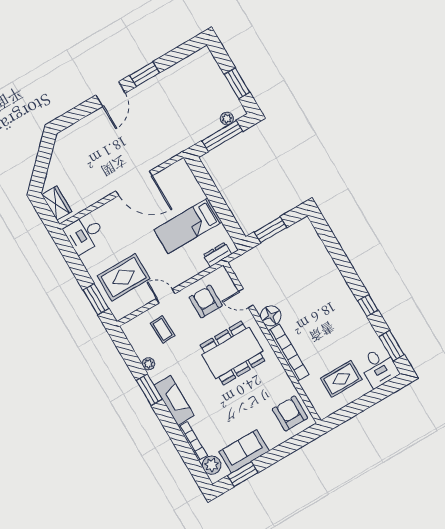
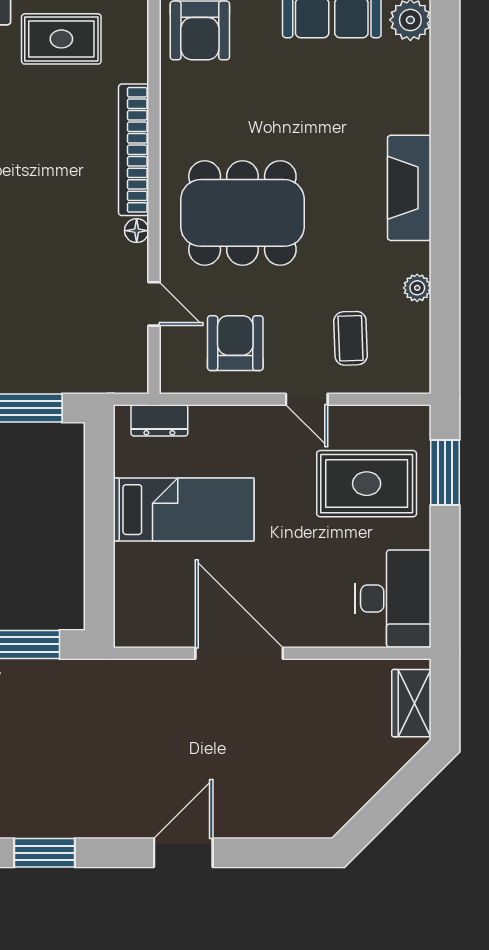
window: (145, 74) -> (45, 853), moved
desk: (85, 234) -> (393, 598), width x1.37
armchair: (206, 301) -> (235, 343), turned 180
floor lamp: (271, 316) -> (137, 231), width x0.53, depth x0.53
window: (149, 390) -> (445, 237), removed
bookcase: (193, 441) -> (420, 88), removed

